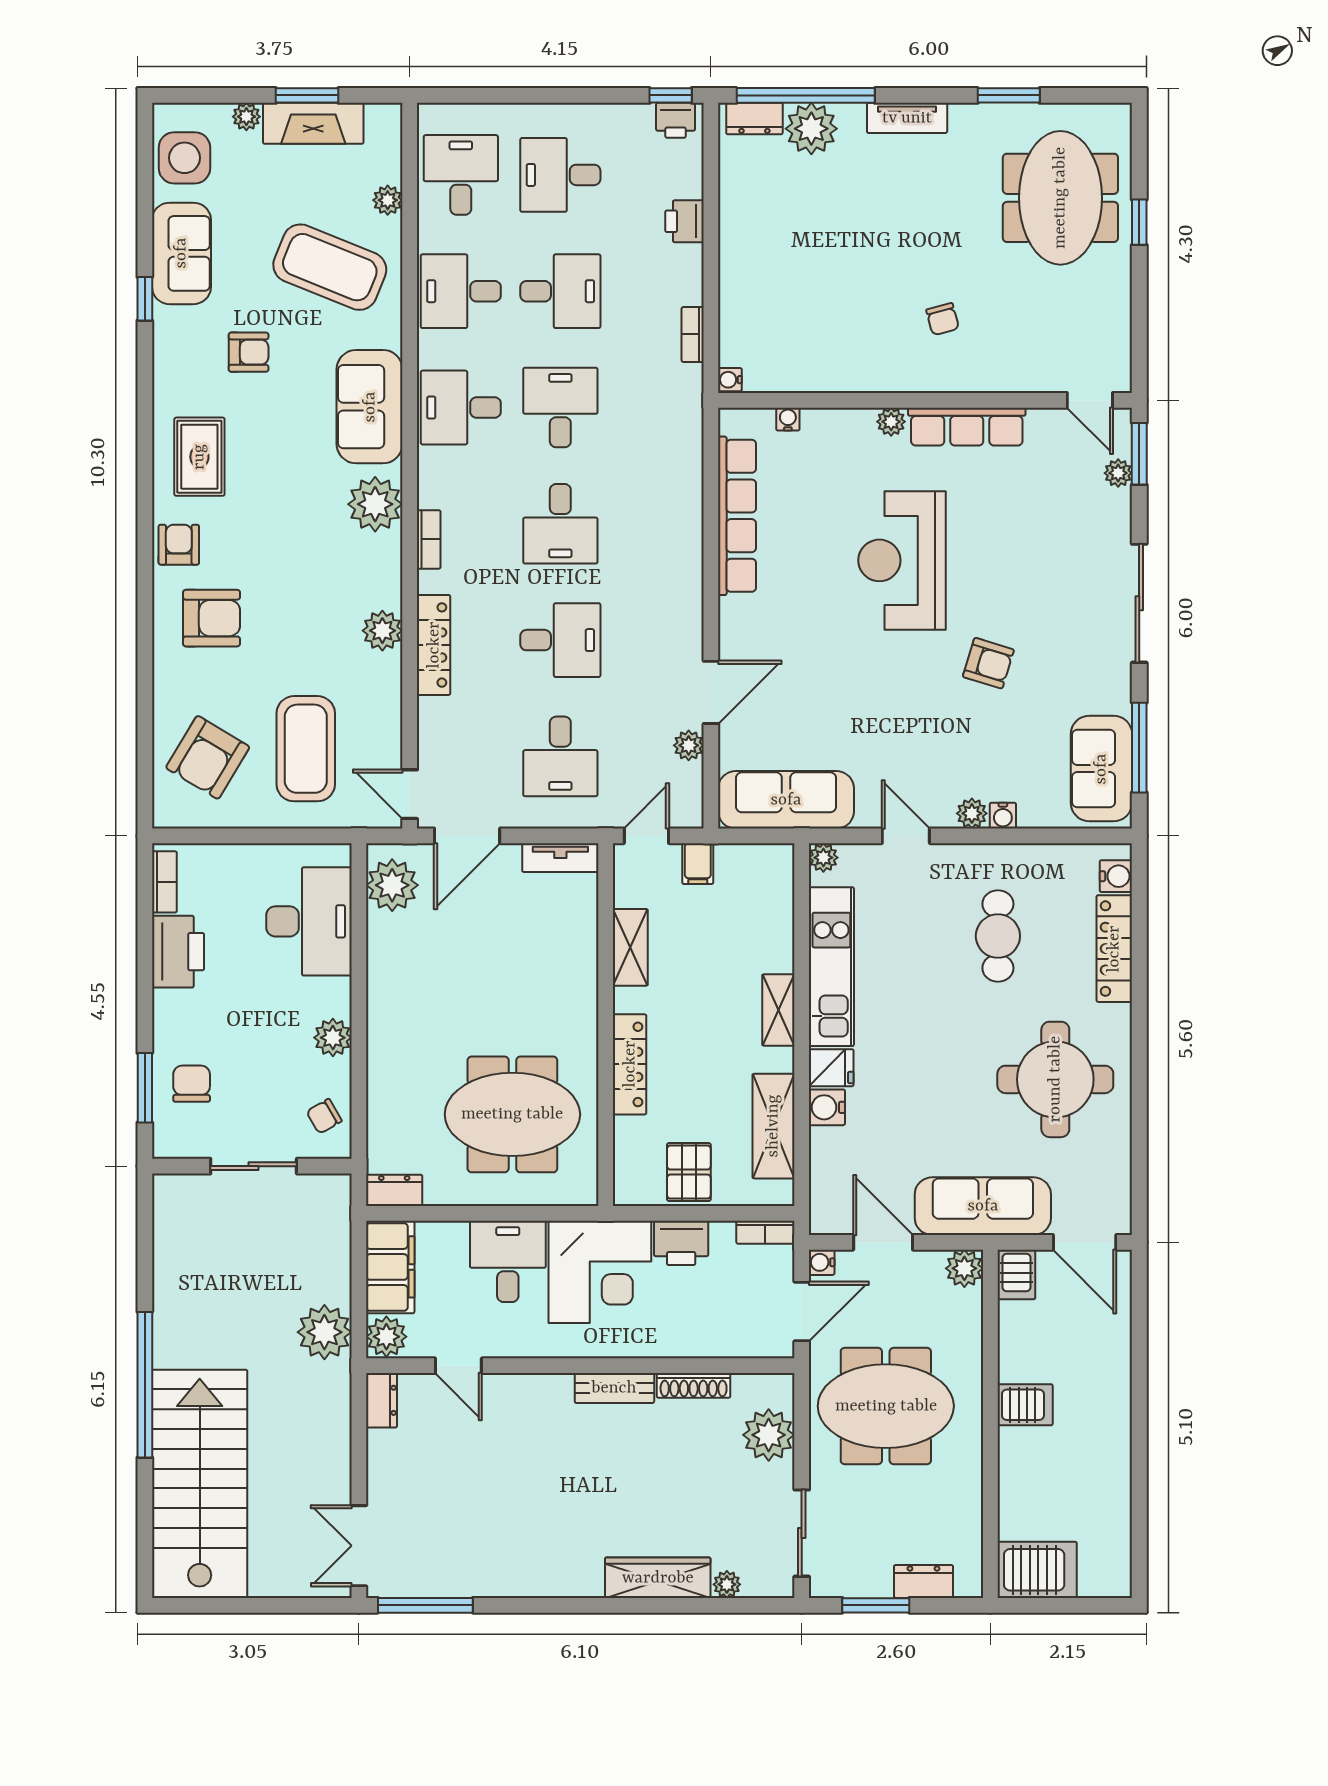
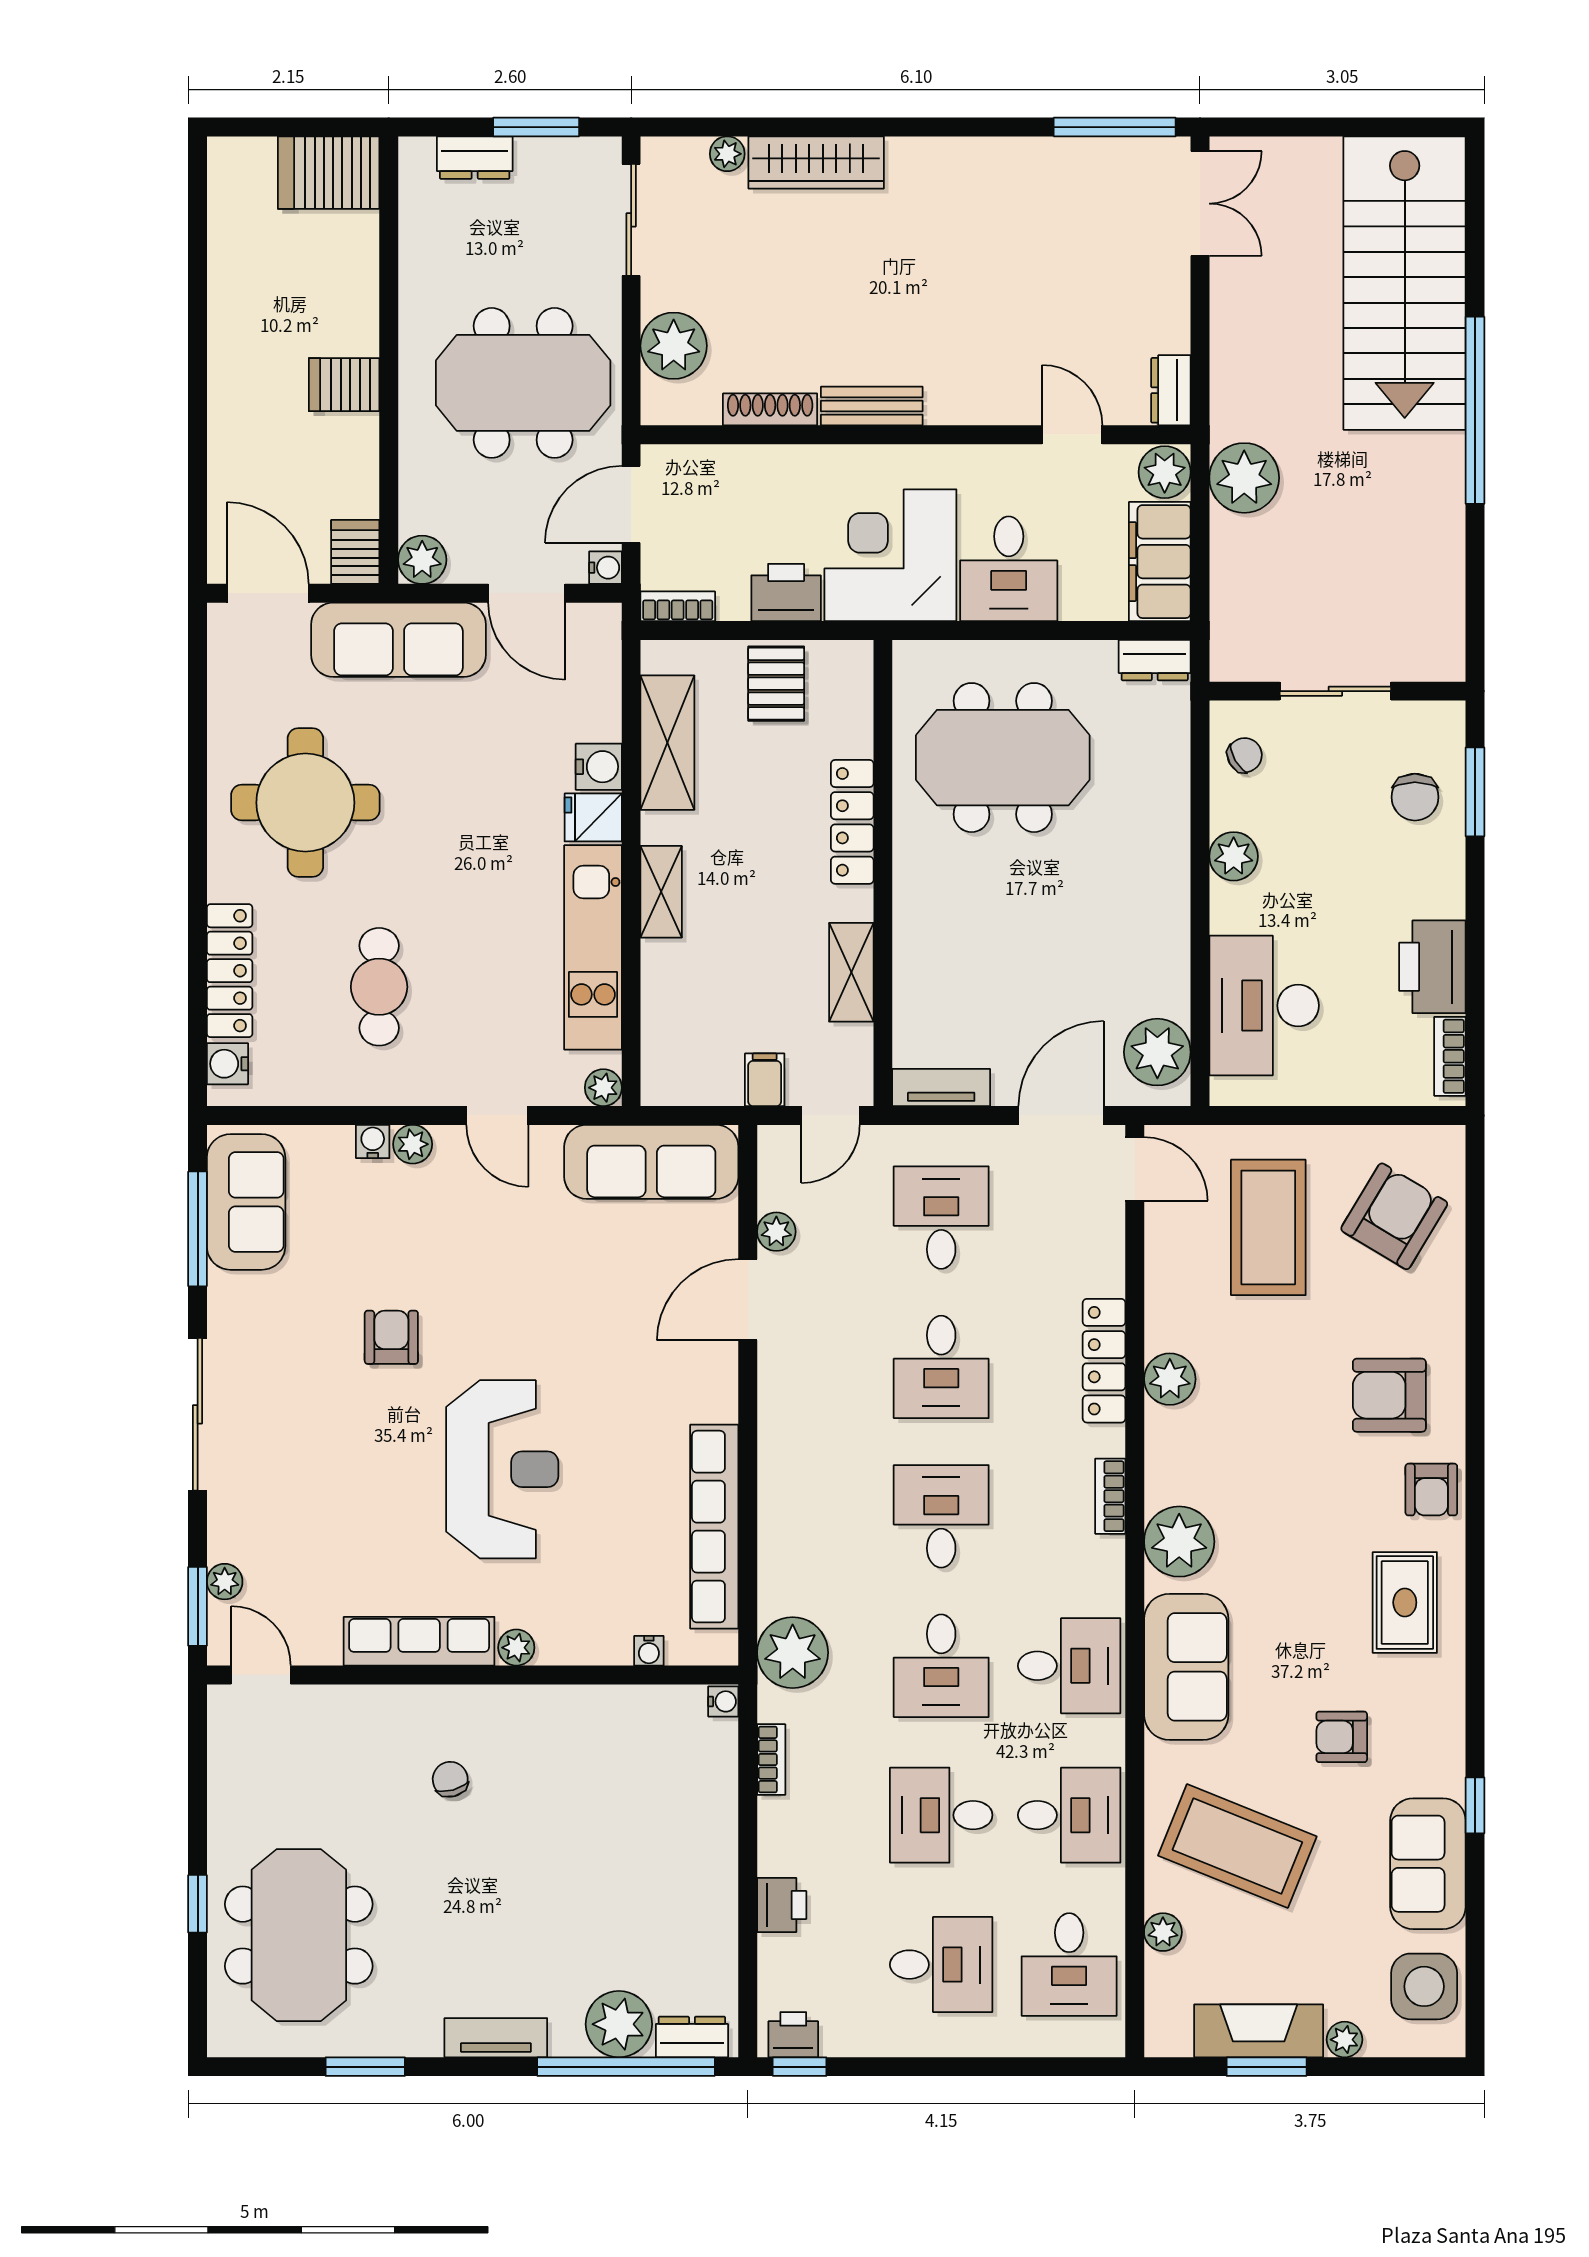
plant: (676, 418) -> (793, 1653), added
desk: (560, 640) -> (941, 1367), turned -90
armchair: (988, 663) -> (391, 1337), turned 73

